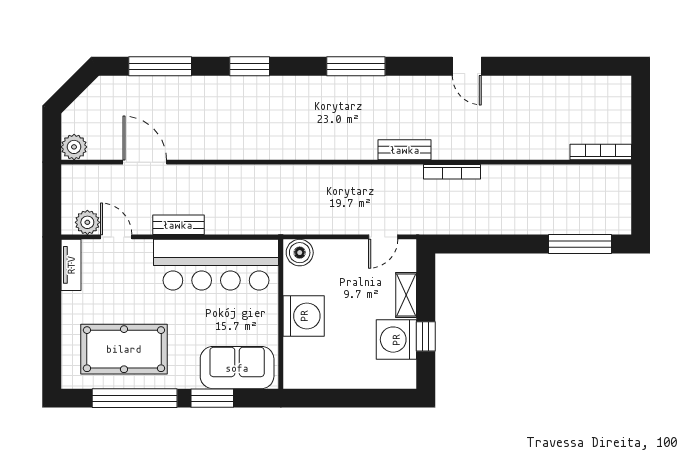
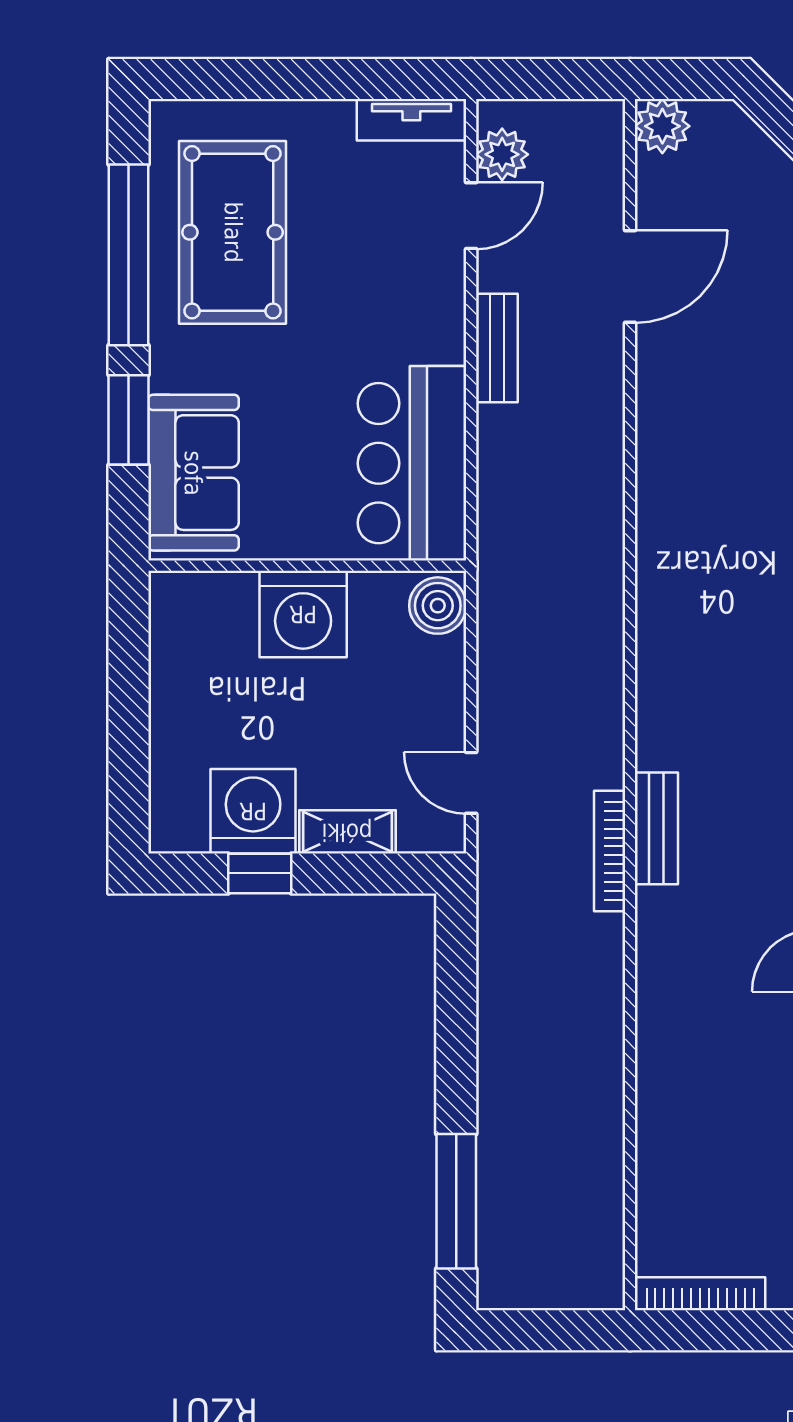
bookcase: (601, 152) -> (700, 1294), moved, turned -90
bookcase: (452, 172) -> (610, 851), moved
bar counter: (216, 265) -> (412, 463), width x0.73

